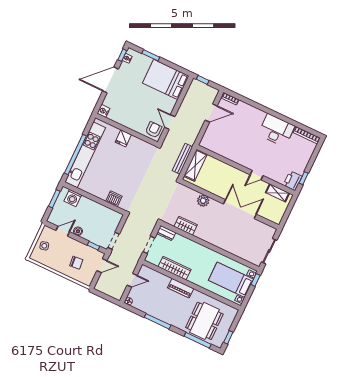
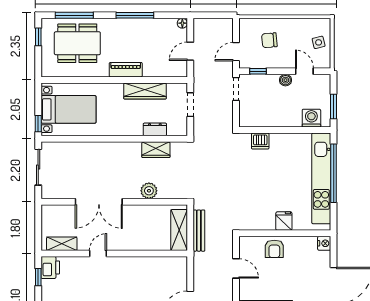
armchair: (154, 130) -> (274, 249), moved
door: (63, 231) -> (304, 71), swing flipped
dresser: (166, 233) -> (155, 129), moved
dining table: (204, 321) -> (77, 43), turned 90

